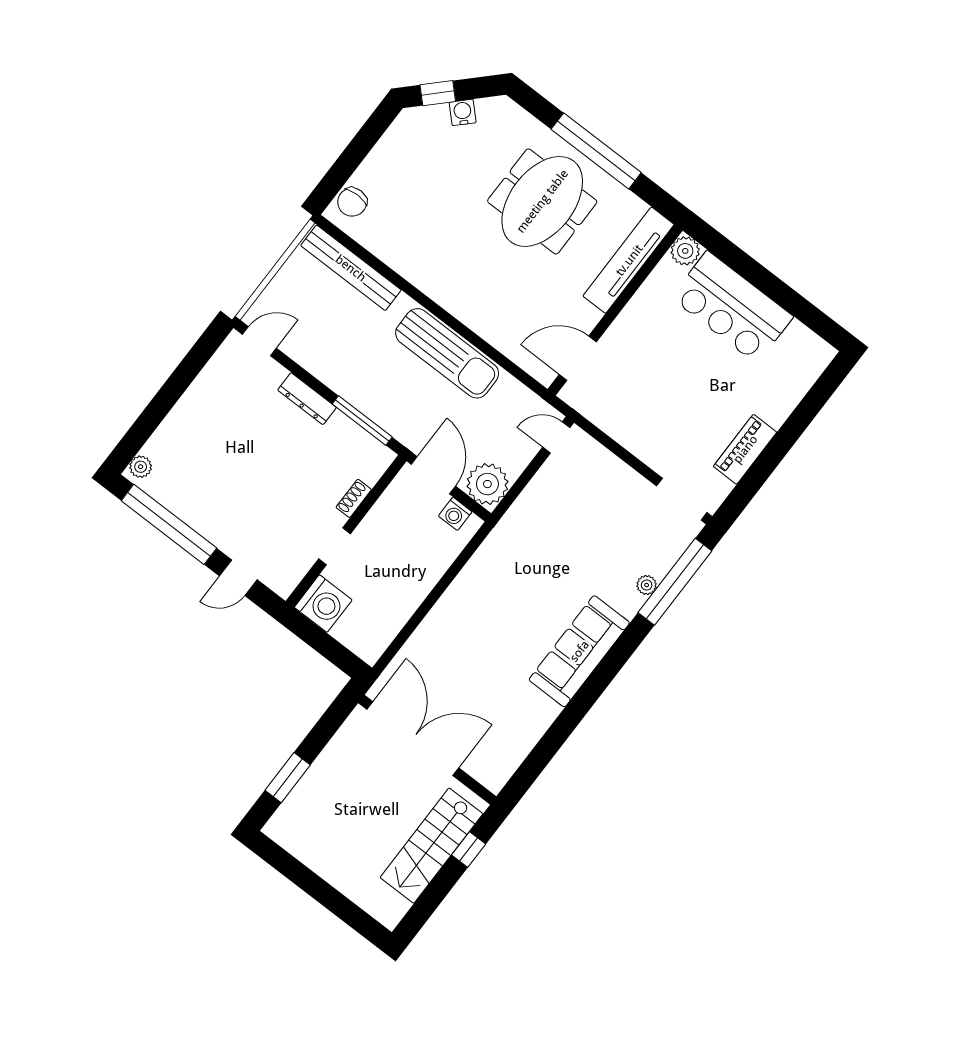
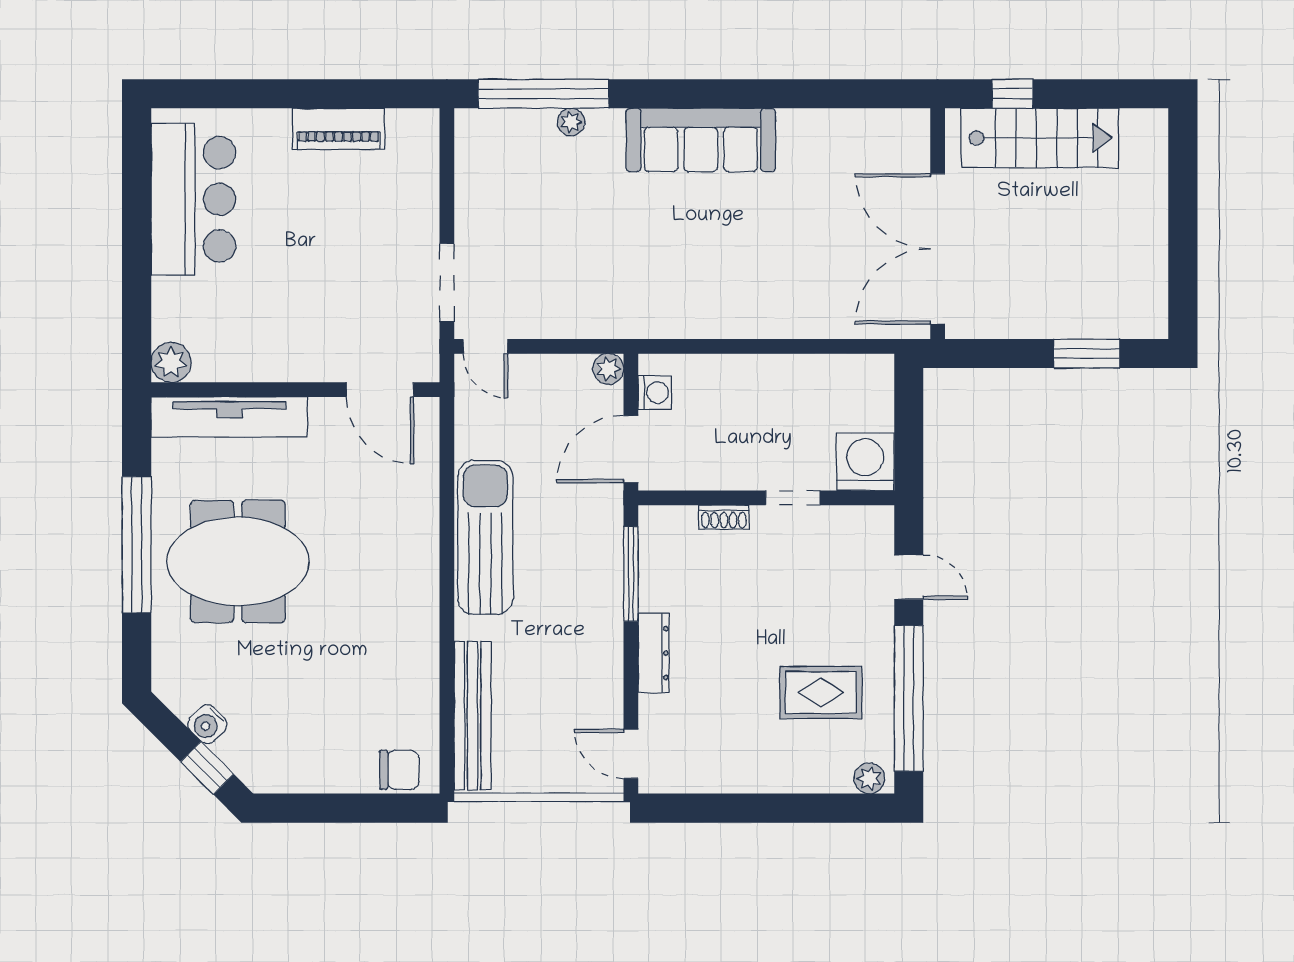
bar counter: (732, 307) -> (193, 199), moved
rug: (211, 477) -> (821, 693), added
plant: (487, 484) -> (608, 369), width x0.53, depth x0.53
doorway: (682, 499) -> (447, 283), moved

